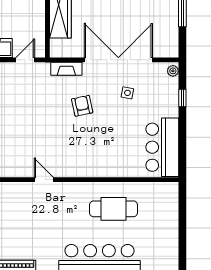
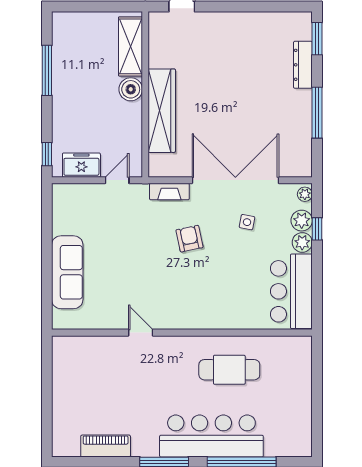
plant: (170, 92) -> (302, 221), added
plant: (171, 109) -> (302, 242), added

